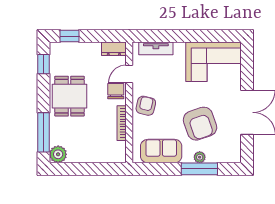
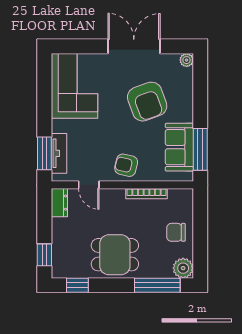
window: (156, 36) -> (44, 153), added
chair: (116, 91) -> (176, 232), moved
armchair: (200, 124) -> (147, 102), turned 89
plant: (200, 157) -> (187, 60), moved
window: (199, 169) -> (200, 149), moved

